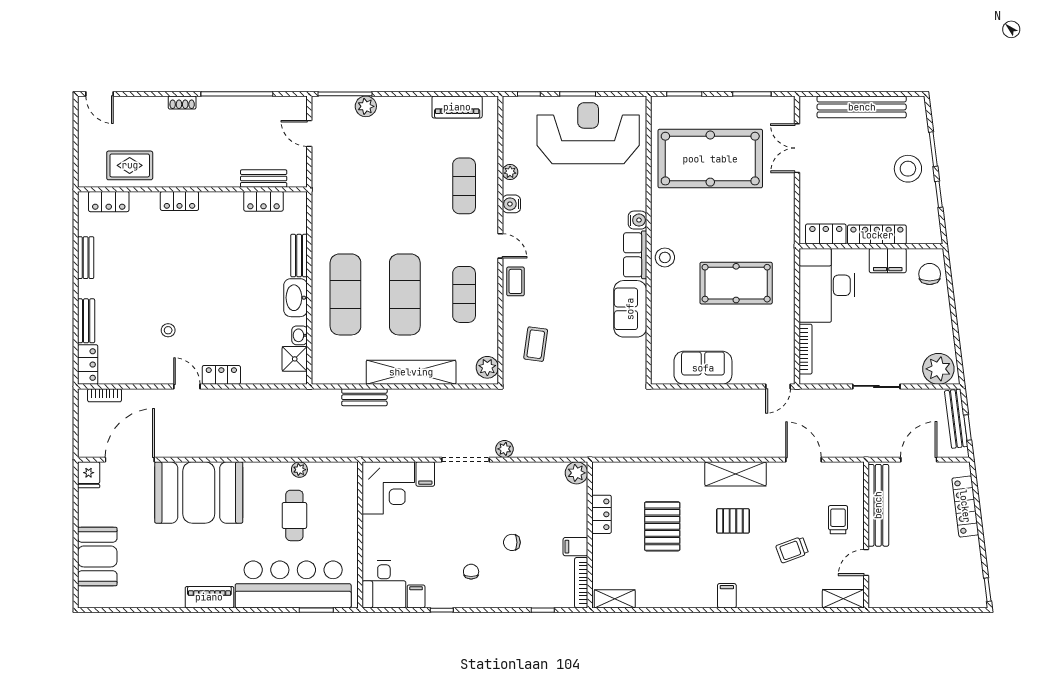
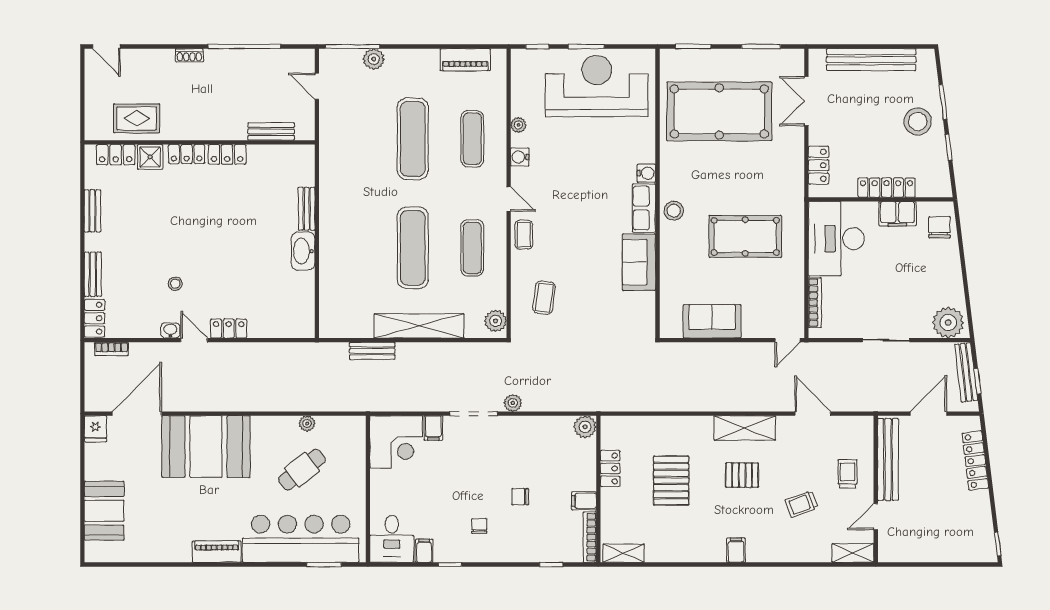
locker: (264, 201) -> (227, 154), moved
locker: (826, 234) -> (819, 165), moved, turned 90
exercise mat: (345, 294) -> (413, 139), moved
washbasin: (300, 335) -> (170, 330), moved, turned 90
shower: (295, 359) -> (150, 157), moved
cafe table: (294, 515) -> (302, 470), turned 52

